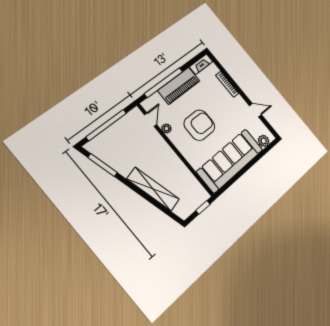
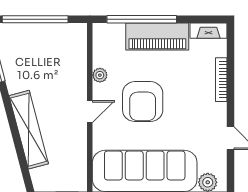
door: (150, 120) -> (90, 112), moved
armchair: (199, 125) -> (143, 102), turned 90

